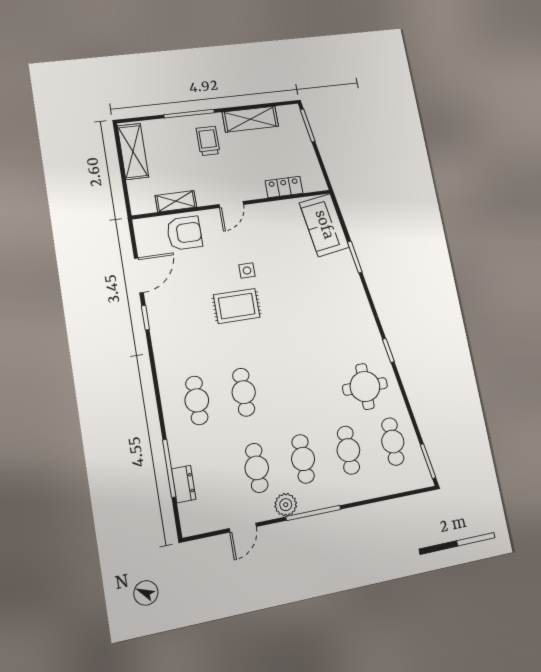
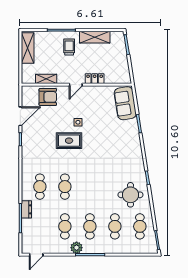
locker: (284, 187) -> (95, 79), moved
dresser: (184, 484) -> (26, 209), moved
door: (243, 528) -> (36, 255), moved

